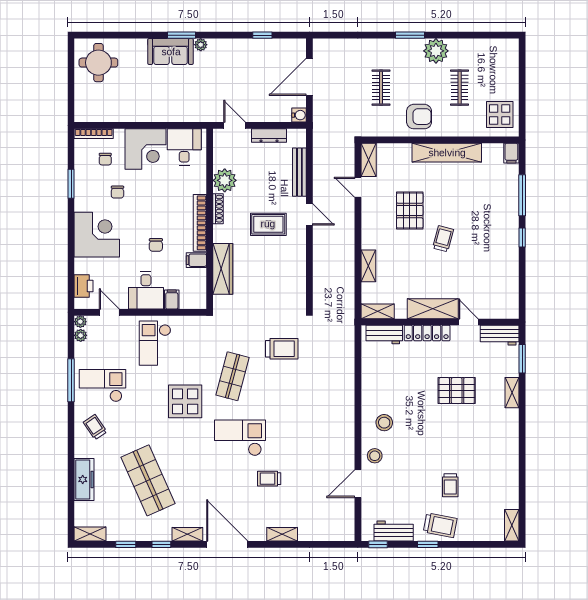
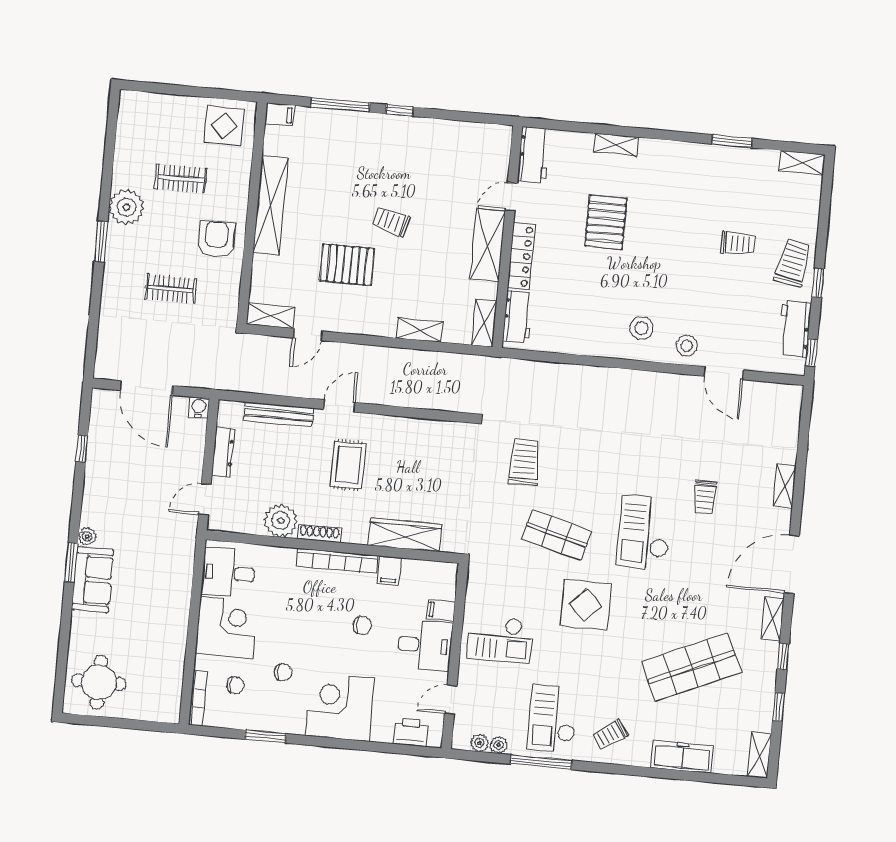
plant: (80, 322) -> (499, 745), moved
window: (522, 359) -> (732, 141), moved

